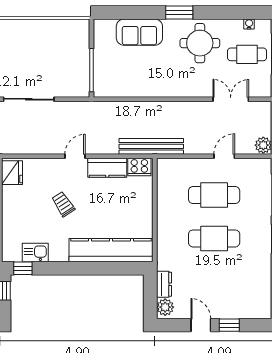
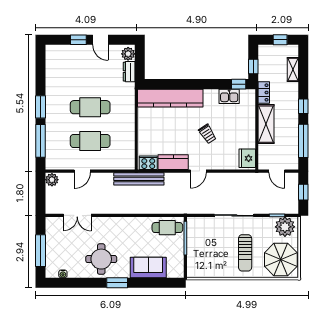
sun lounger: (15, 51) -> (245, 253), added
cafe table: (247, 54) -> (167, 228), moved

